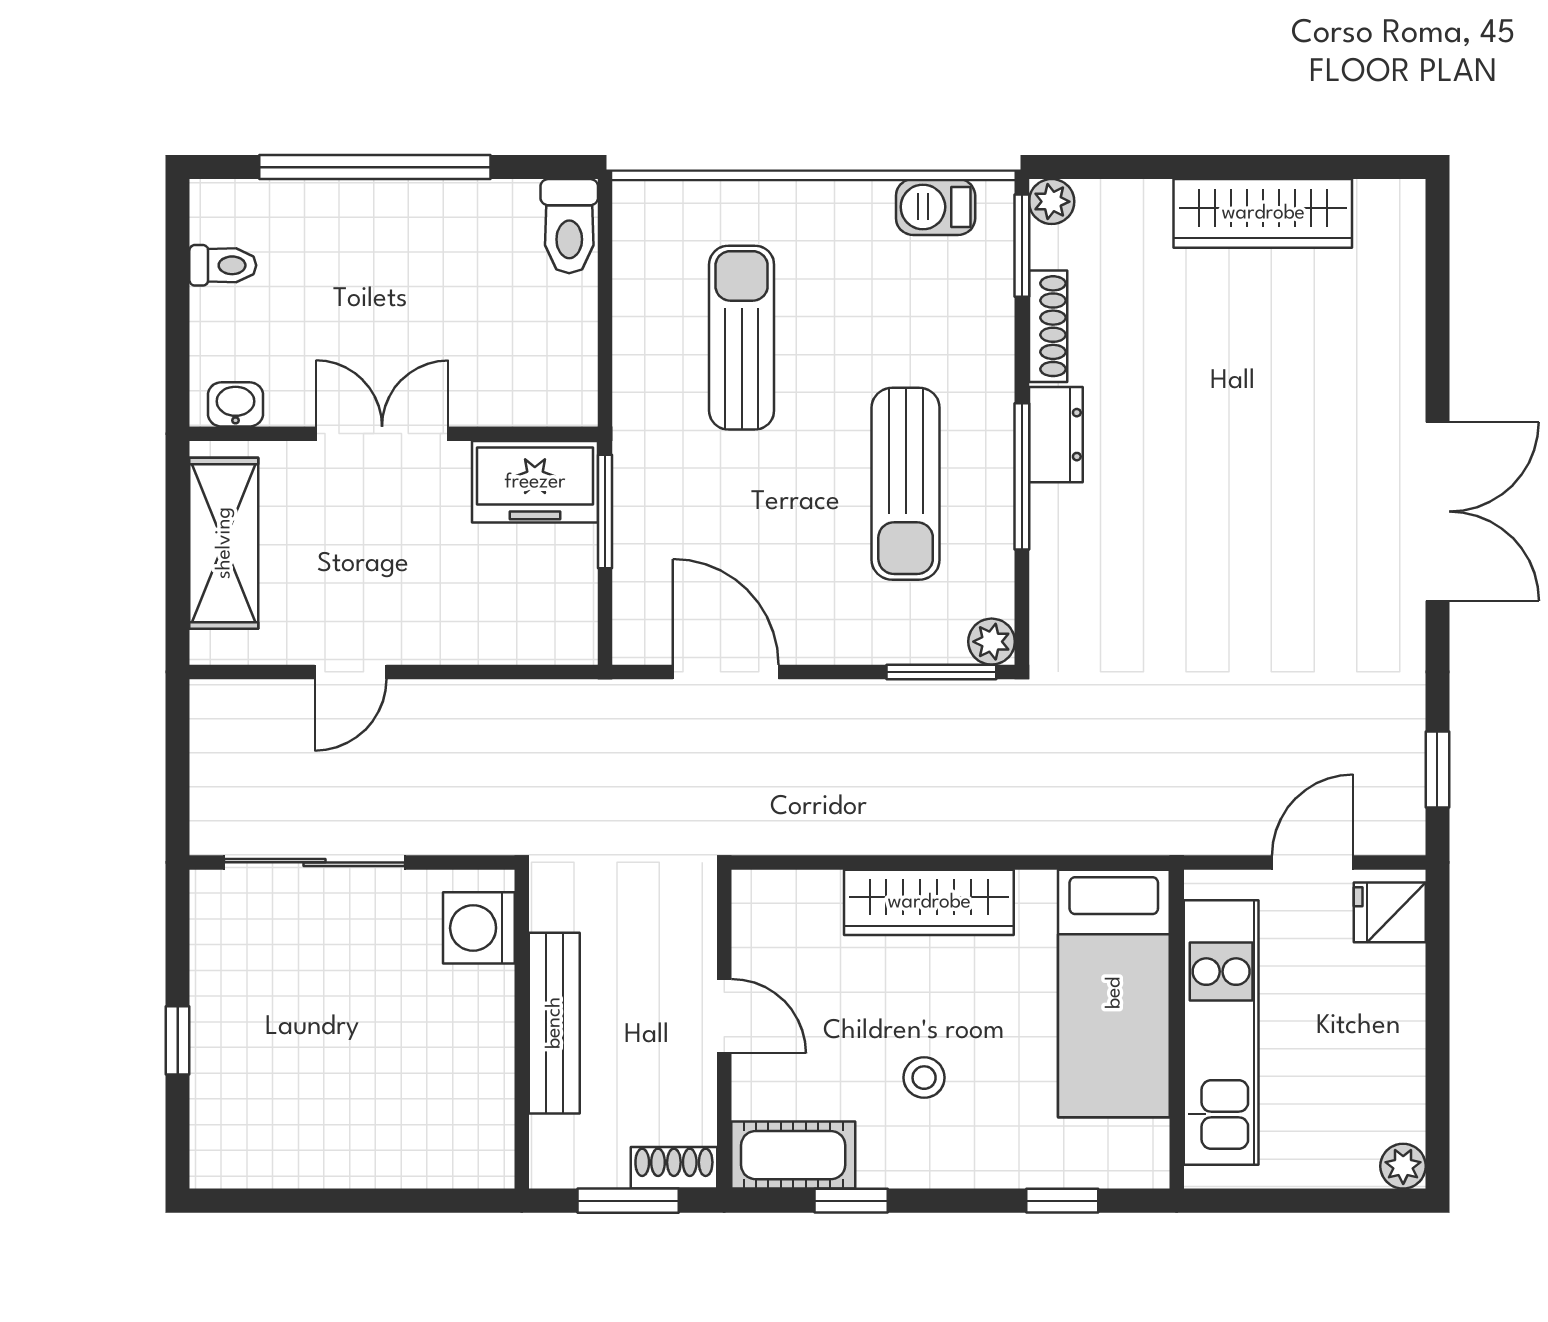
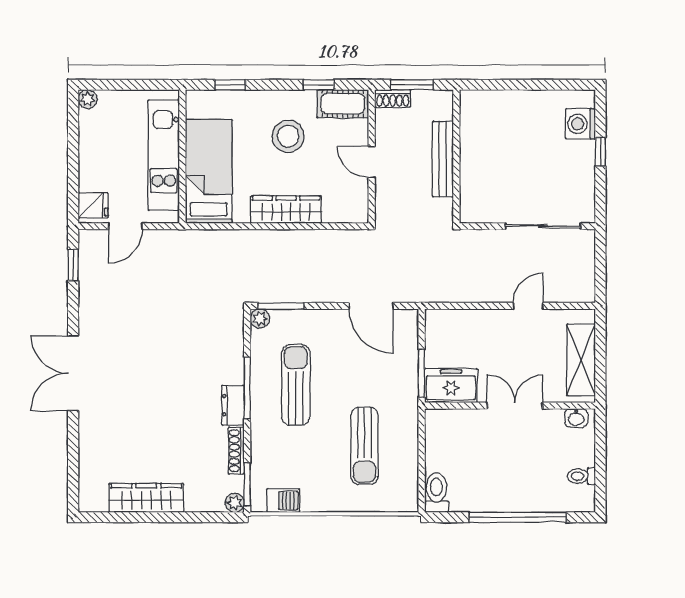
double door: (382, 434) -> (515, 406), swing flipped
washing machine: (479, 928) -> (580, 124), moved, turned 180
stool: (924, 1078) -> (288, 136), width x1.89, depth x1.89

